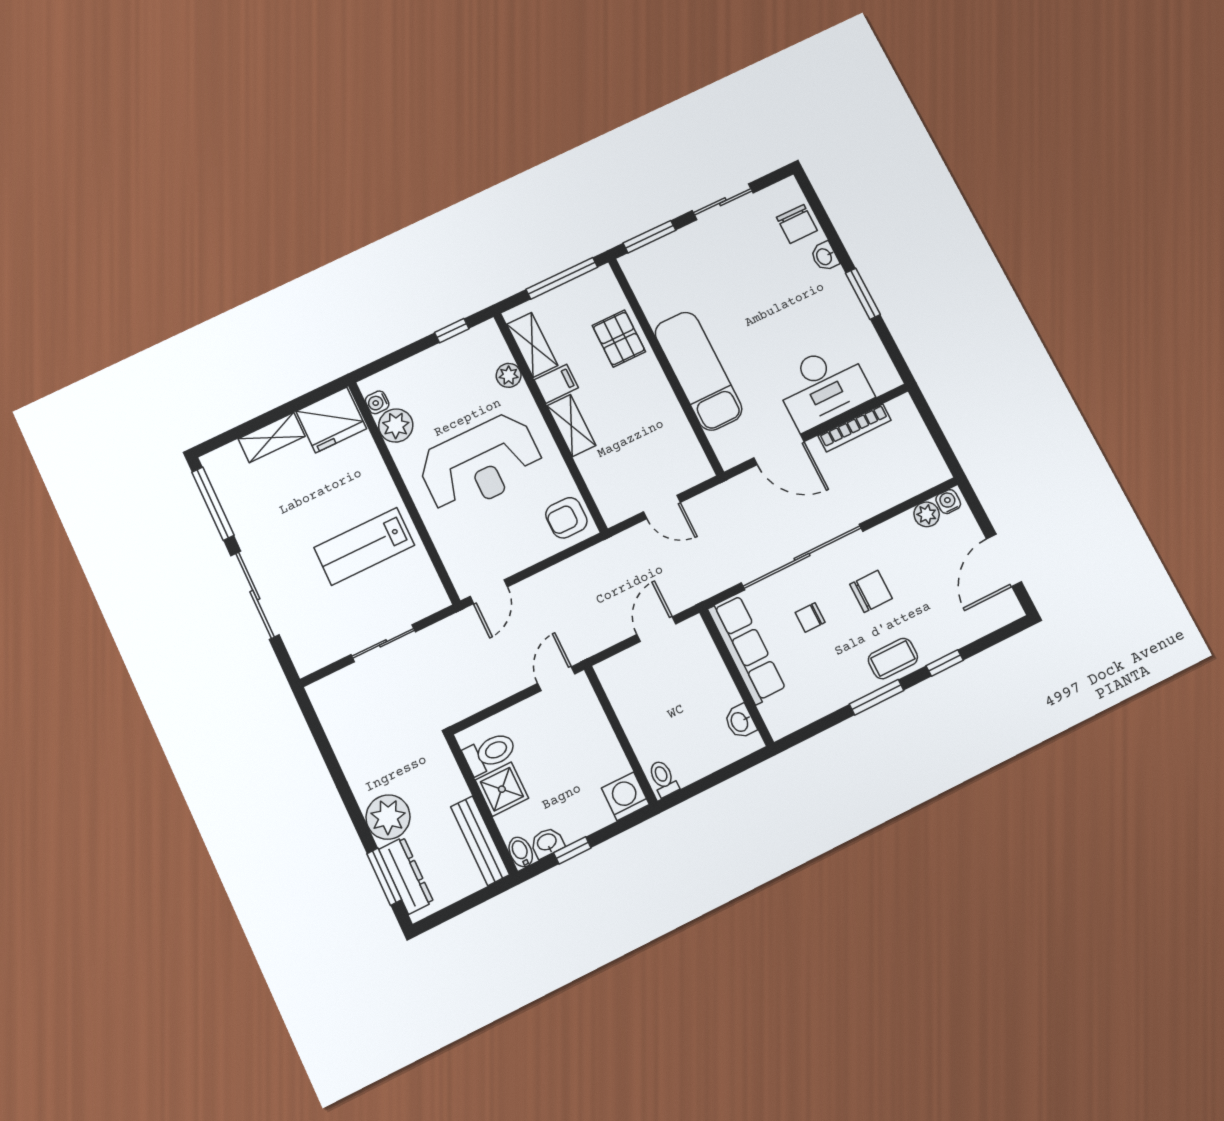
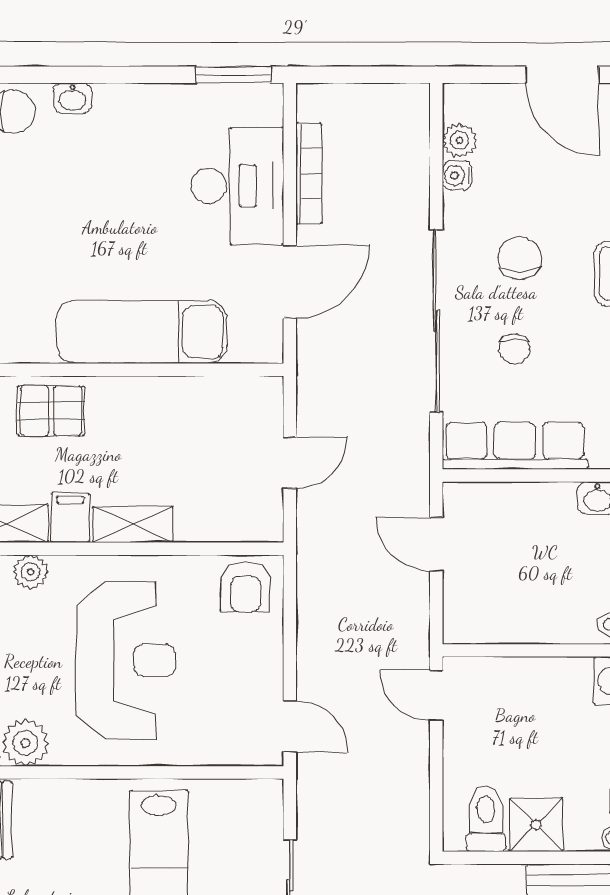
window: (863, 294) -> (233, 75), moved
water cooler: (948, 502) -> (457, 175), moved

